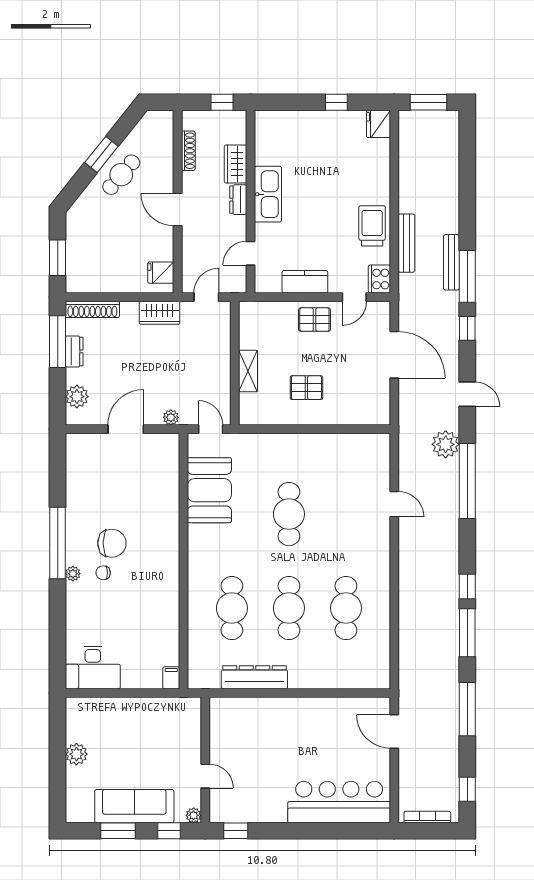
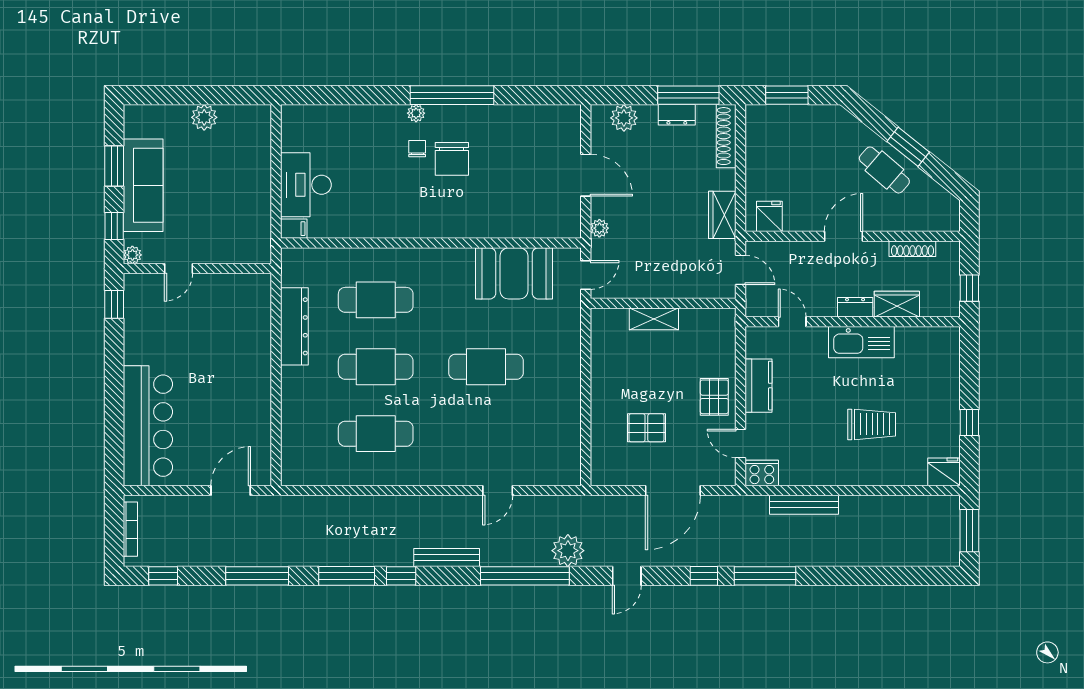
trolley: (372, 226) -> (872, 424), moved
bench: (451, 262) -> (447, 558), moved
pallet: (306, 388) -> (646, 428), moved, turned 90
desk: (93, 668) -> (306, 185), moved

